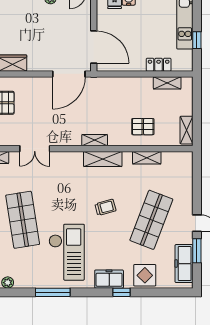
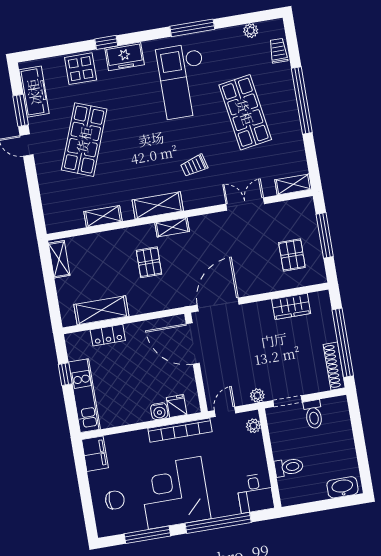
shelving: (167, 83) -> (101, 310), width x1.50, depth x1.33
pallet: (143, 127) -> (149, 262), moved, turned 90
trolley: (105, 207) -> (194, 166), moved

